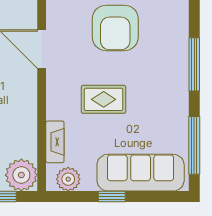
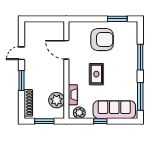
armchair: (115, 28) -> (102, 39), turned -90
rug: (104, 99) -> (96, 74), turned 90
plant: (21, 175) -> (57, 100), moved

